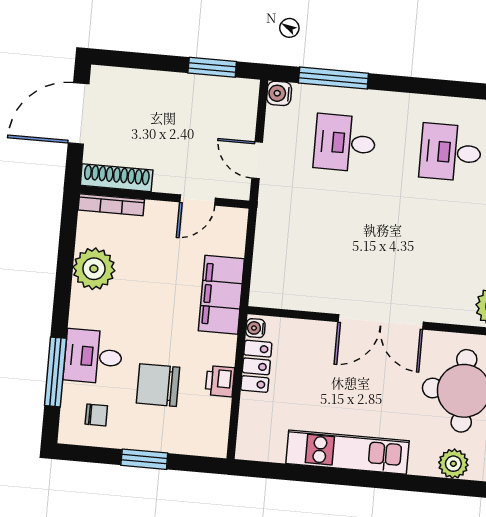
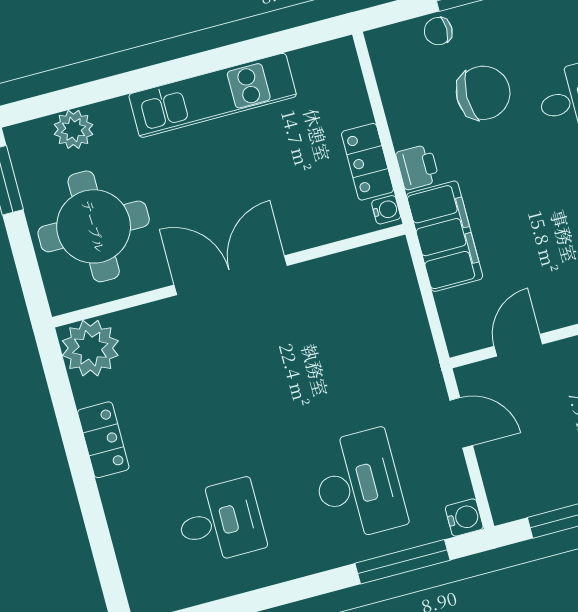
desk: (345, 143) -> (358, 485), width x1.37
printer: (220, 381) -> (417, 167), moved
chair: (96, 415) -> (438, 31), moved

